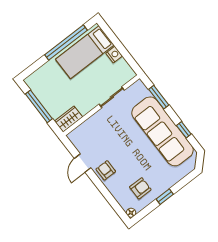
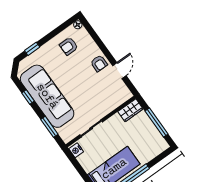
nightstand: (114, 55) -> (76, 150), moved
window: (165, 197) -> (32, 49), moved

